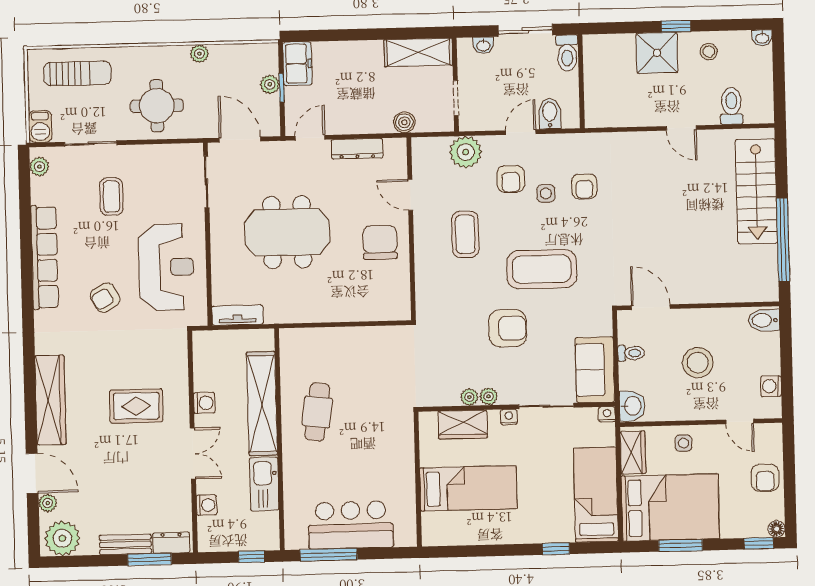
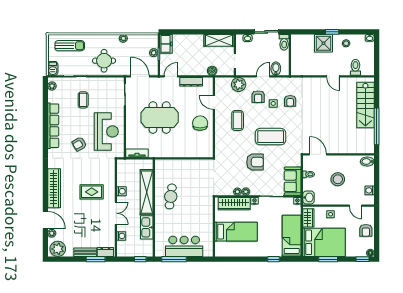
wardrobe: (463, 425) -> (234, 204), width x1.50

